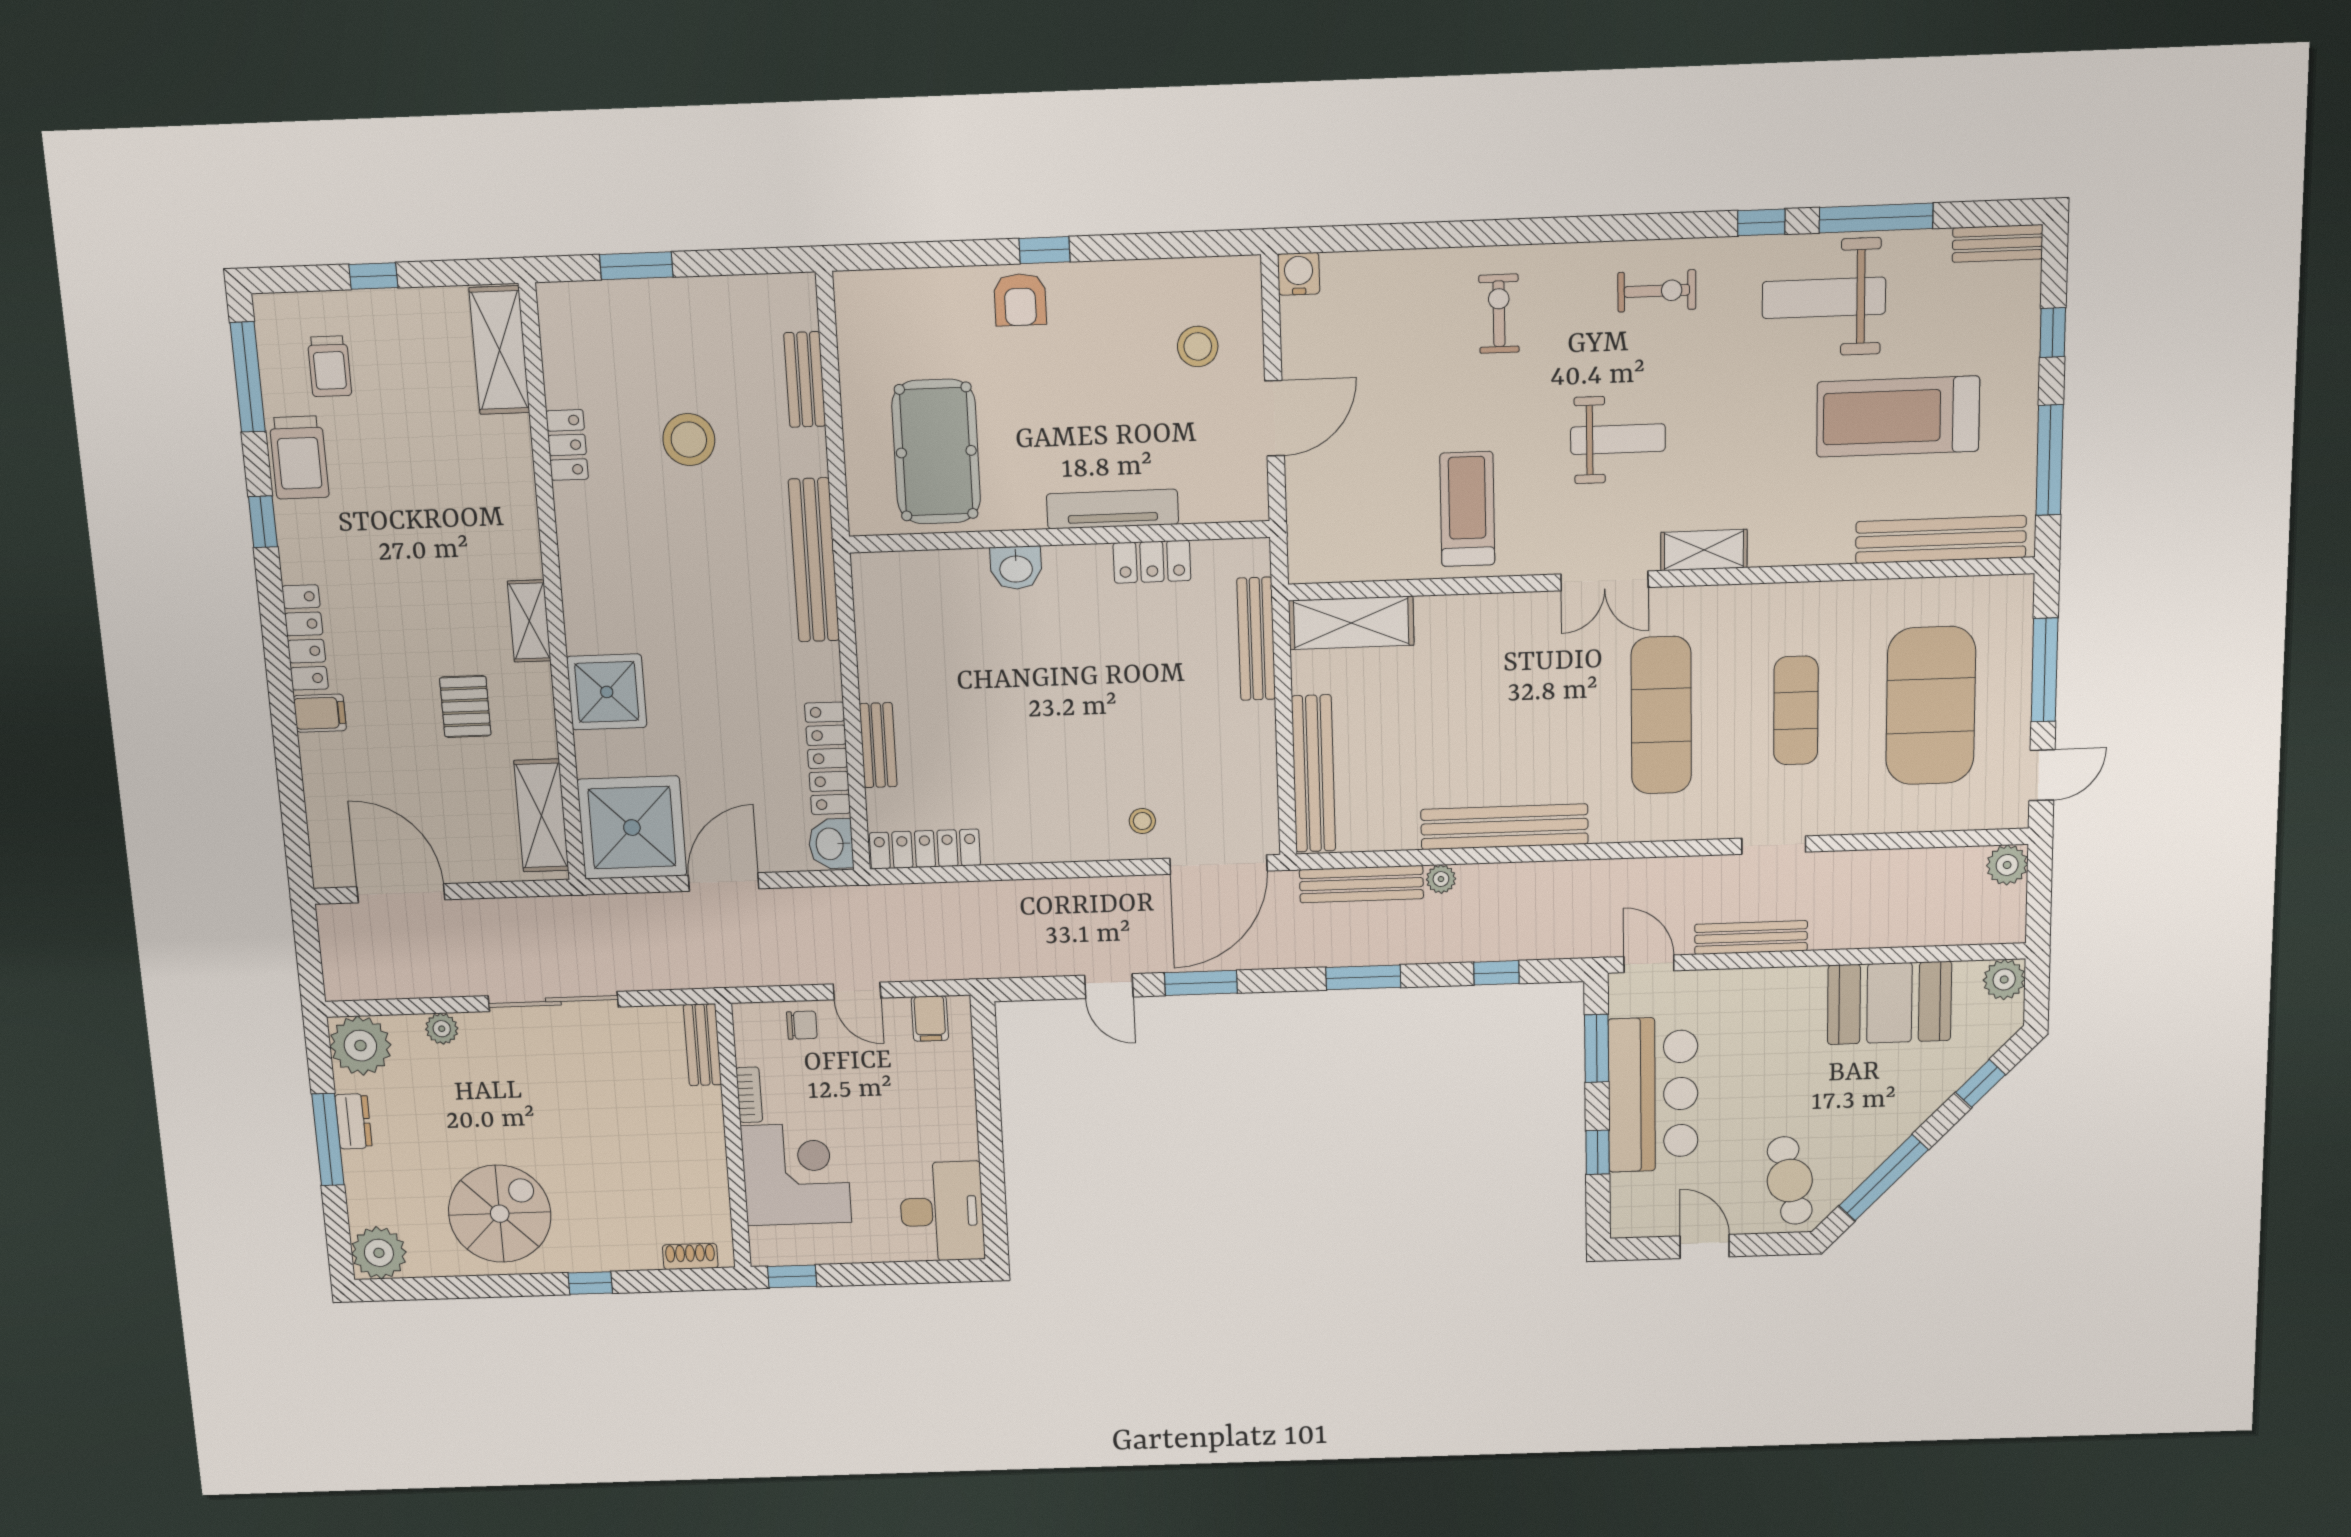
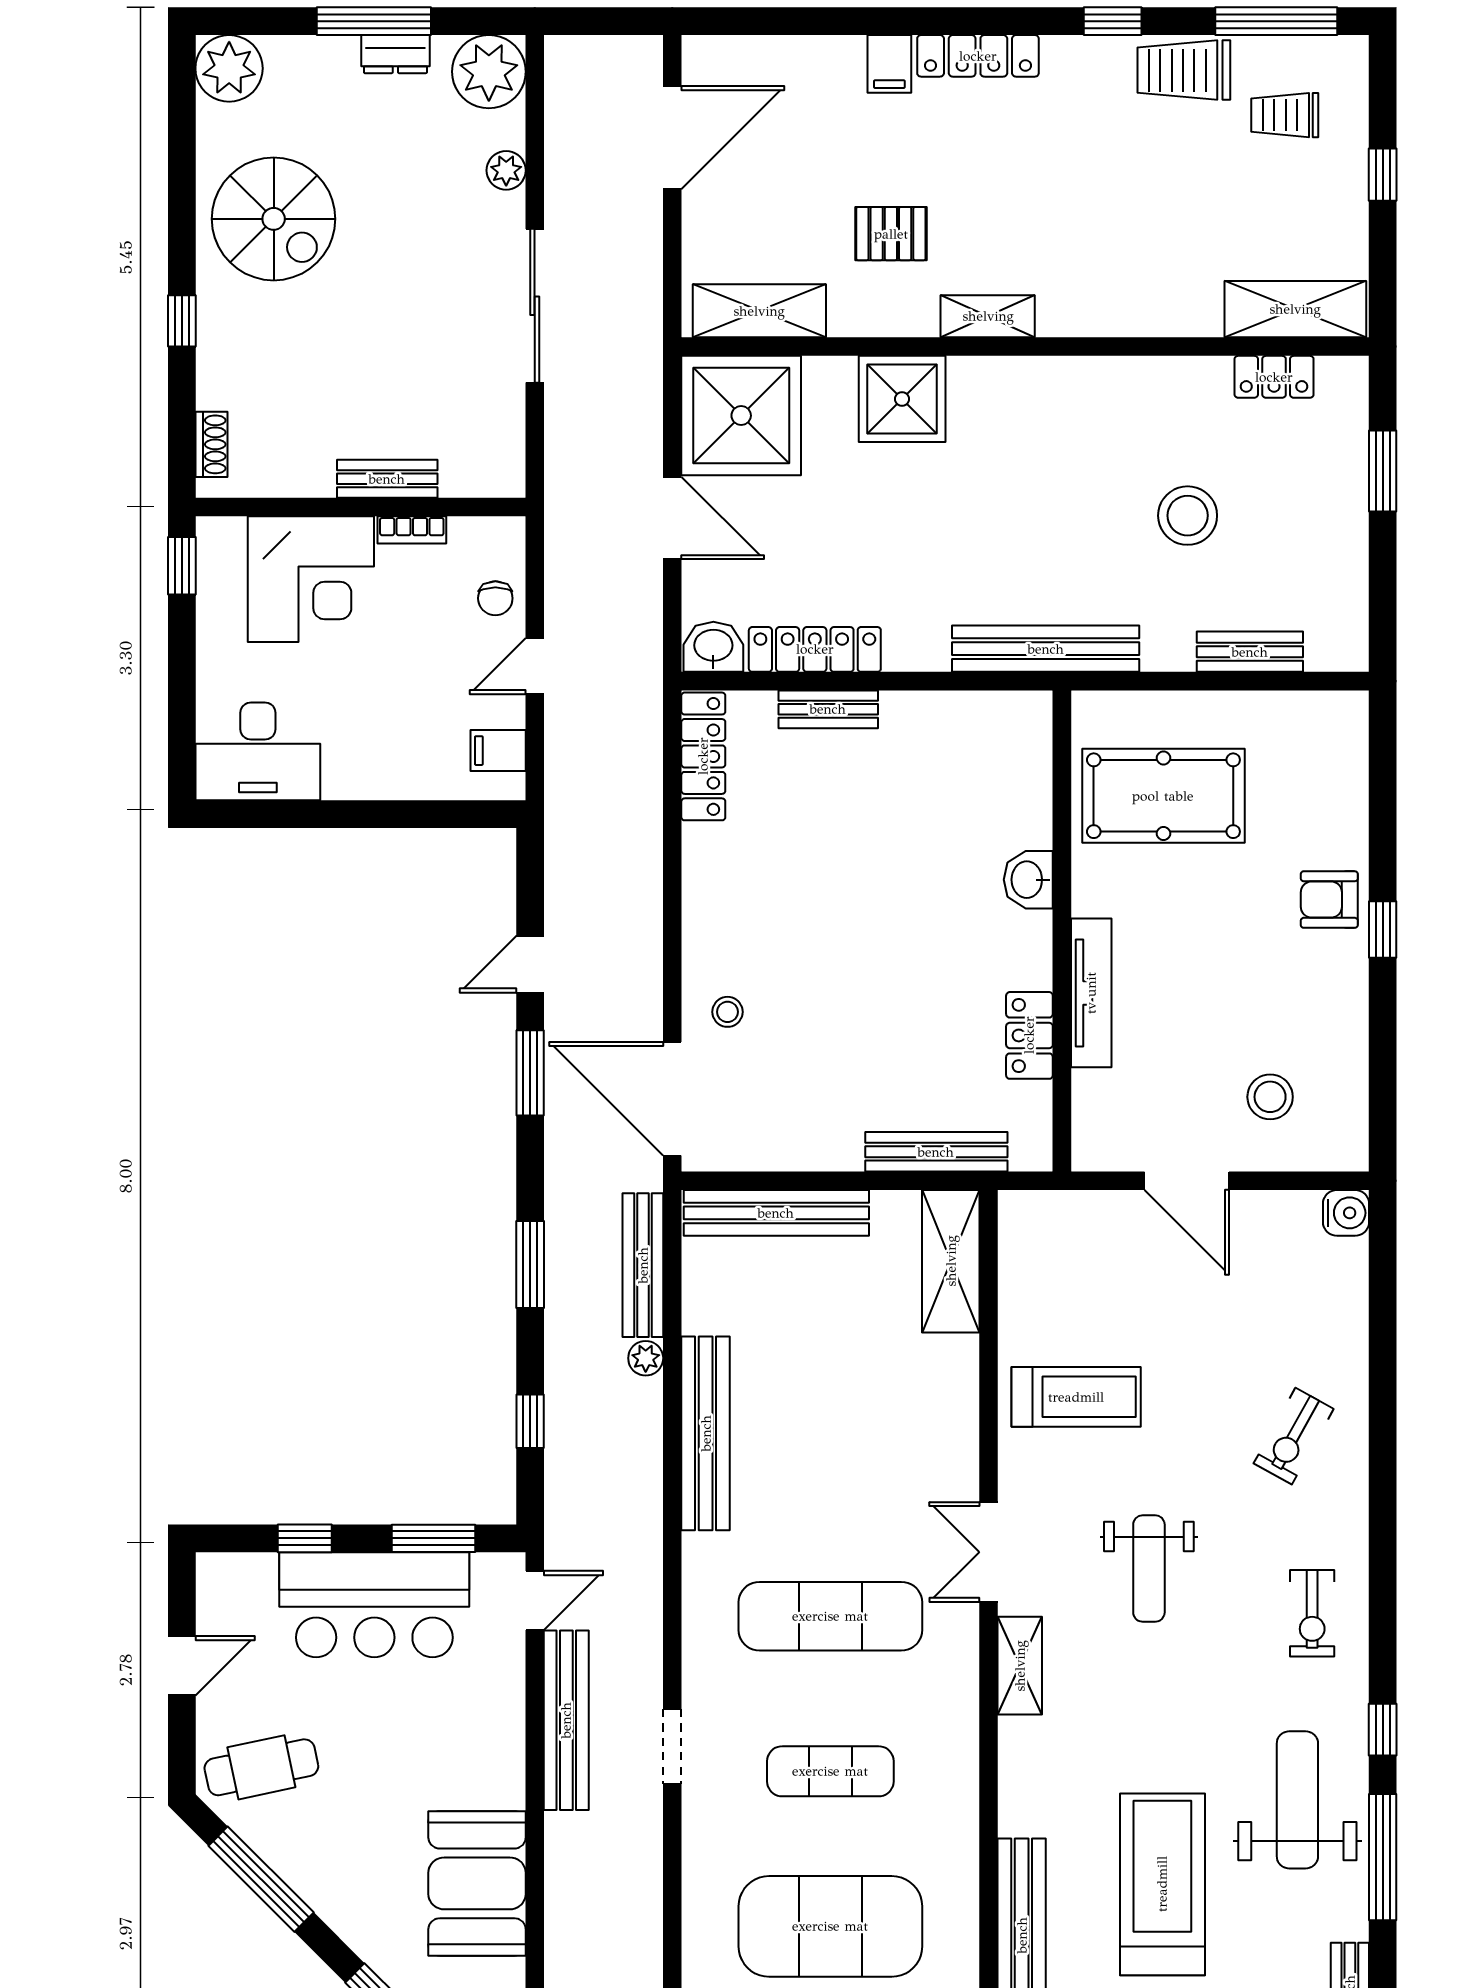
exercise bike: (1499, 314) -> (1294, 1436), turned 119
locker: (567, 445) -> (1274, 377), moved
bench: (1751, 937) -> (566, 1720), width x1.37, depth x1.21
bench: (702, 1045) -> (387, 479), moved

